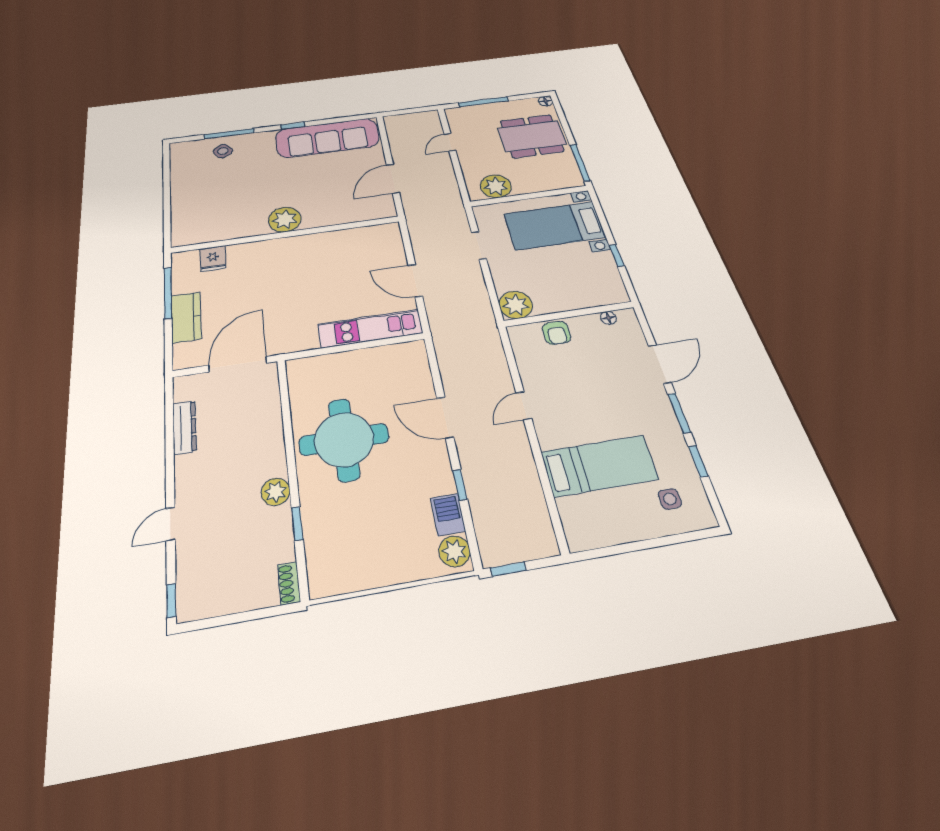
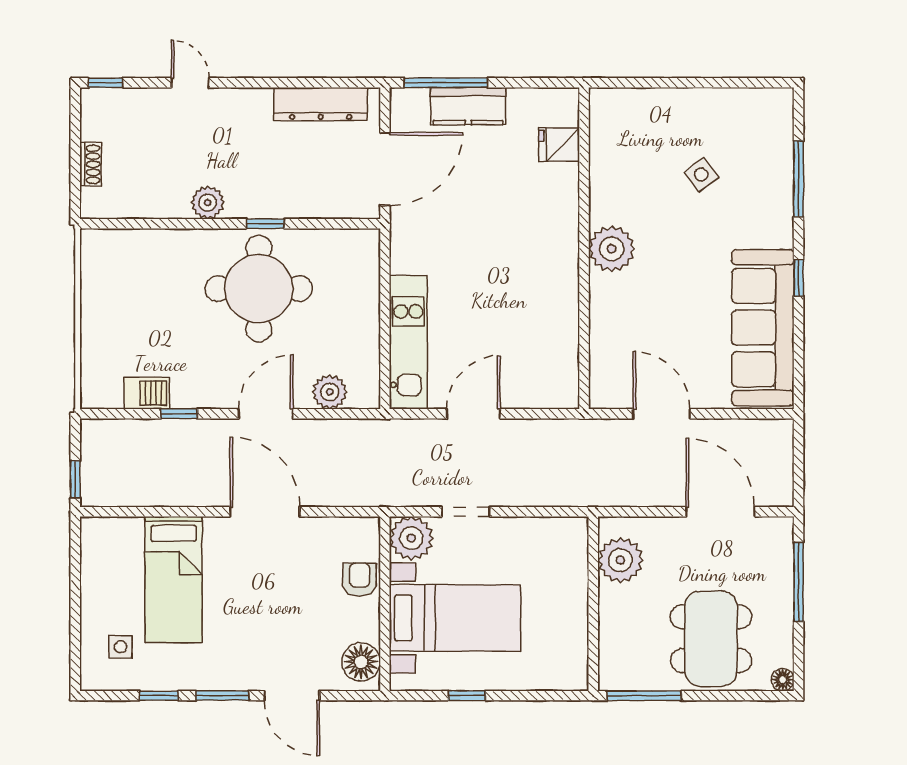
door: (450, 142) -> (720, 512), width x1.88
side table: (223, 151) -> (701, 175), moved
bed with nightstands: (555, 226) -> (455, 618), moved, turned 90
doorway: (479, 245) -> (466, 512), moved
window: (168, 293) -> (446, 83), moved
floor lamp: (608, 318) -> (361, 662), width x1.89, depth x1.89
armchair: (556, 333) -> (360, 580), turned 90
door: (238, 364) -> (385, 169), hinge flipped
door: (524, 406) -> (265, 512), width x1.88
dresser: (184, 427) -> (321, 104), width x1.37, depth x1.24
window: (297, 524) -> (265, 224), moved
plant: (454, 551) -> (330, 392), moved
window: (508, 569) -> (75, 479), moved
shoe rack: (289, 583) -> (90, 164), moved, turned 90

